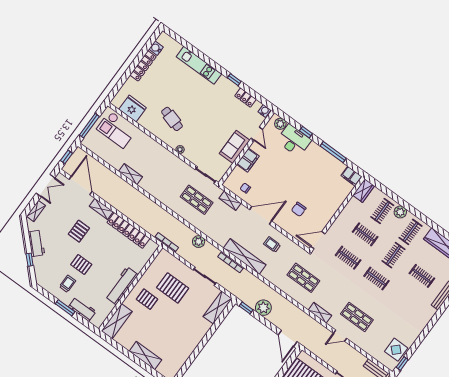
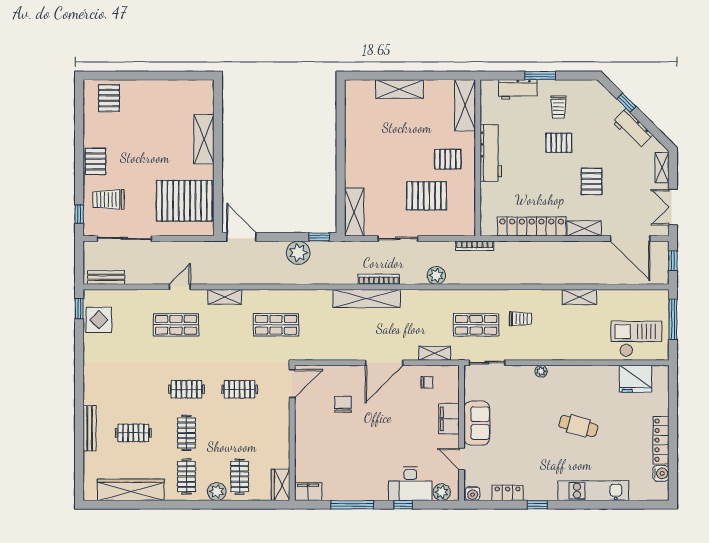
cafe table: (172, 119) -> (578, 426), moved
clothes rail: (365, 234) -> (240, 433), removed
trolley: (272, 244) -> (520, 319), moved

